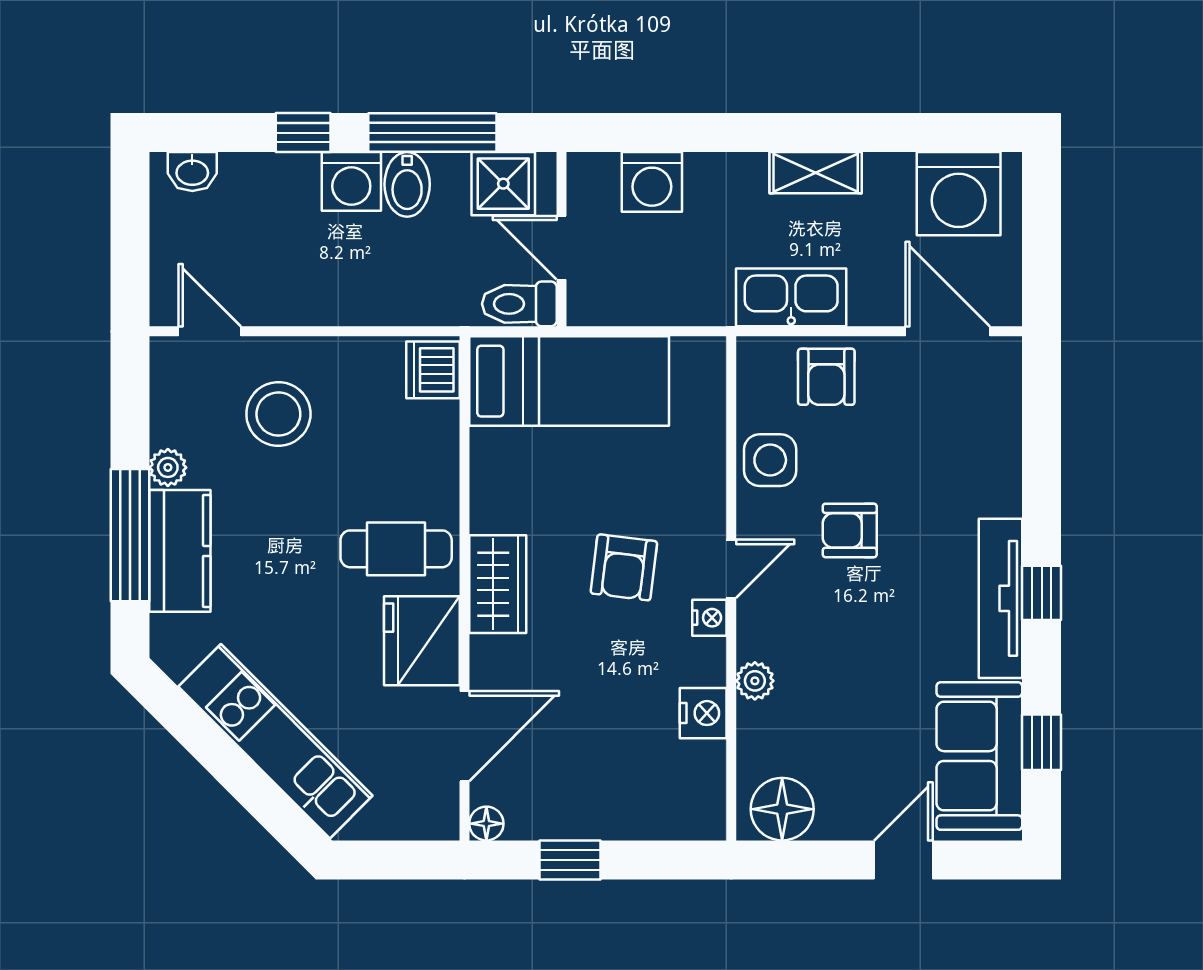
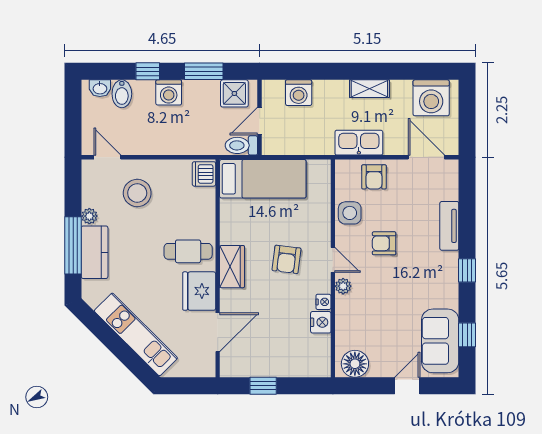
window: (432, 133) -> (204, 71), width x0.69
bidet: (407, 184) -> (122, 94), moved
door: (561, 248) -> (260, 121), hinge flipped
door: (731, 569) -> (333, 260), hinge flipped
tv unit: (1001, 598) -> (449, 226), moved, width x0.71
nightstand: (709, 618) -> (323, 302), moved
plant: (755, 681) -> (343, 286), moved
floor lamp: (486, 824) -> (227, 370), removed

